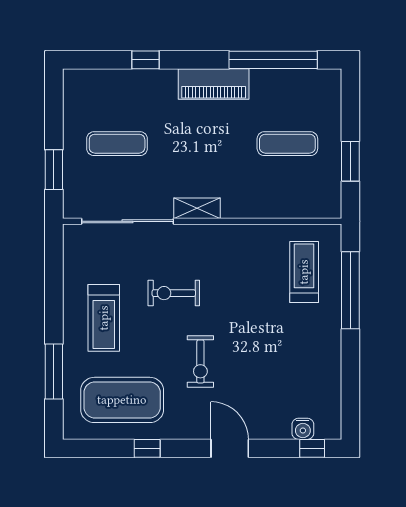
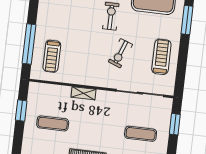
shelving: (197, 208) -> (84, 93), moved
exercise bike: (174, 293) -> (120, 53), turned 111
treadmill: (104, 318) -> (161, 57), moved

